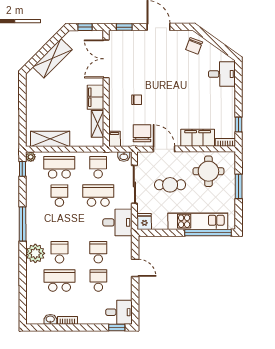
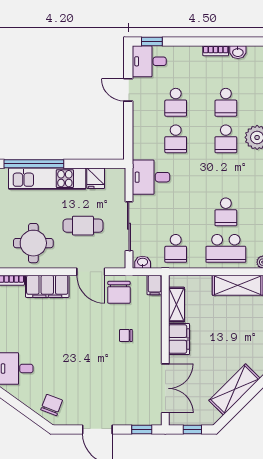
school desk: (98, 196) -> (176, 212), removed
fridge: (144, 222) -> (96, 178), moved
door: (135, 268) -> (128, 90), moved
school desk: (60, 281) -> (226, 102), width x0.54

